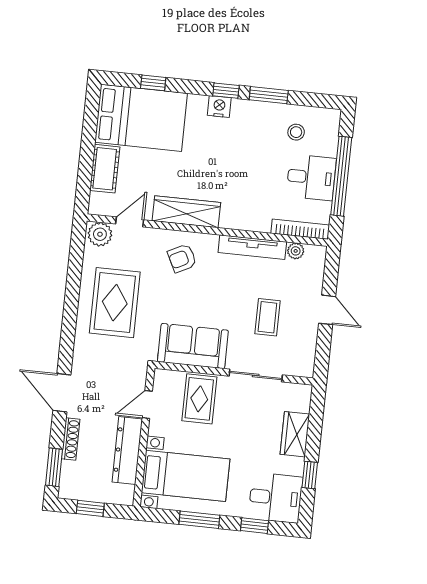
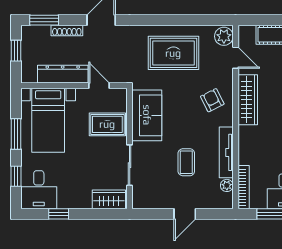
coffee table: (267, 317) -> (186, 162), moved, turned 90
wardrobe: (295, 434) -> (109, 199), moved

